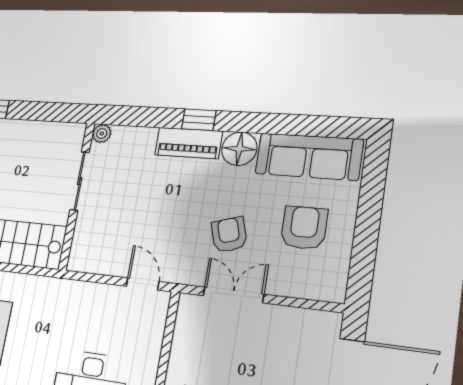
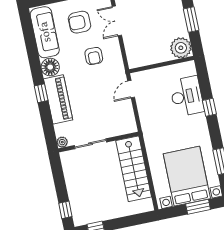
piano: (188, 143) -> (58, 99), width x1.37, depth x1.33
armchair: (229, 235) -> (94, 56), turned -73
double door: (233, 295) -> (117, 21), moved

